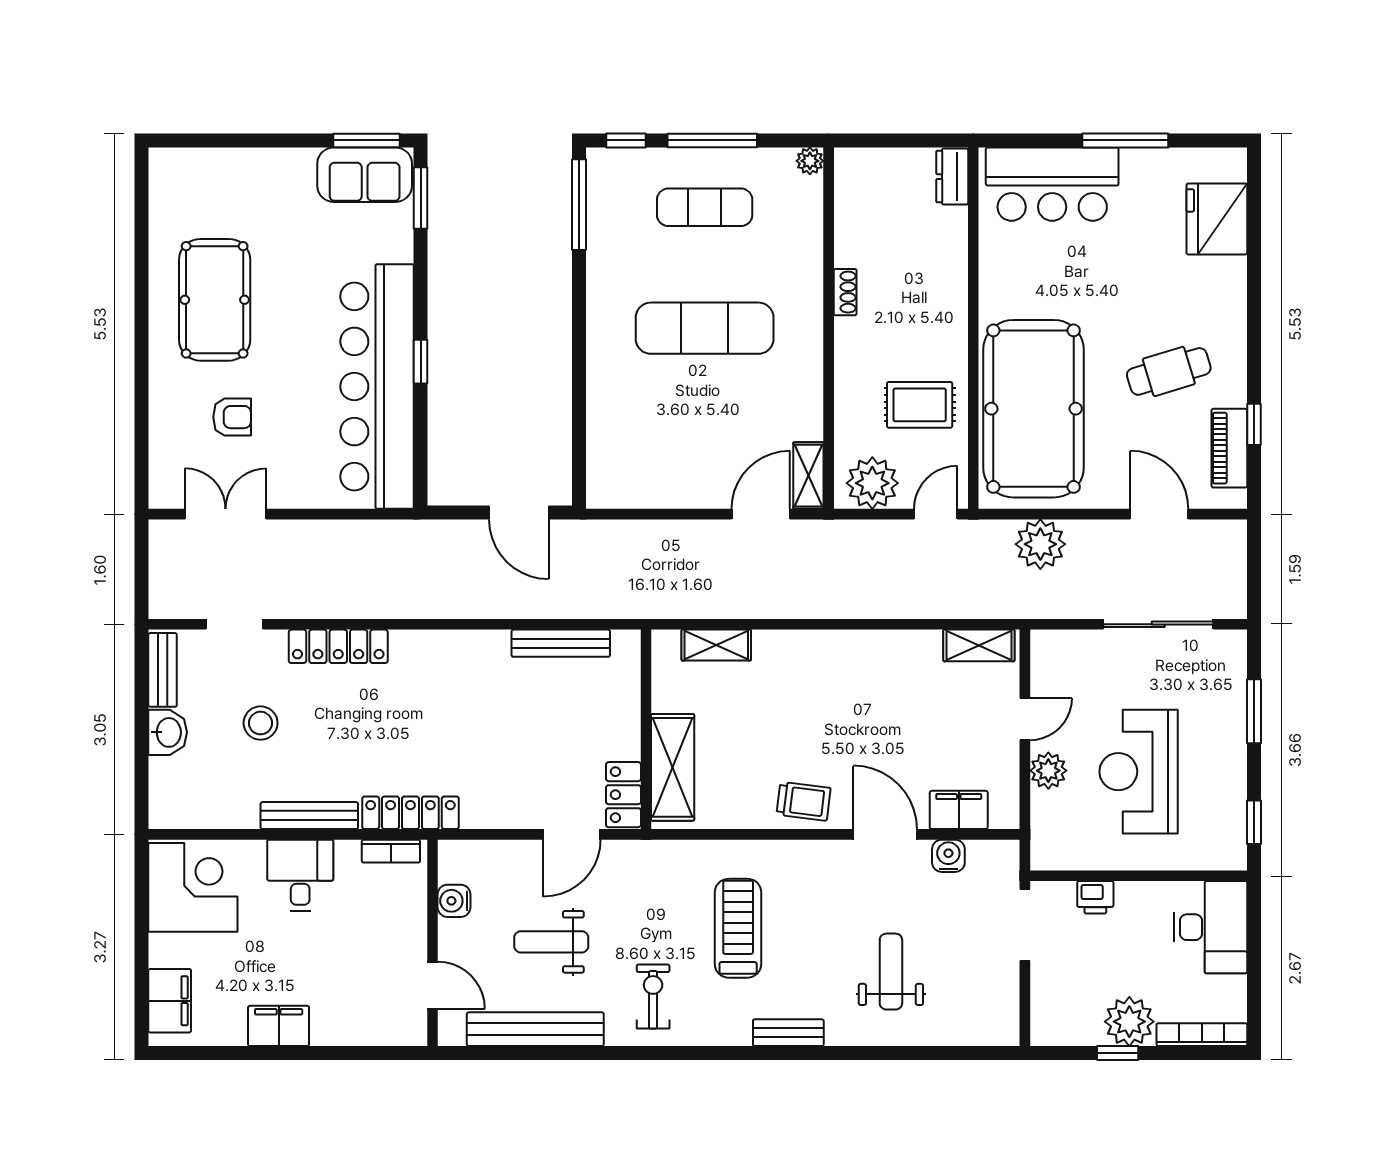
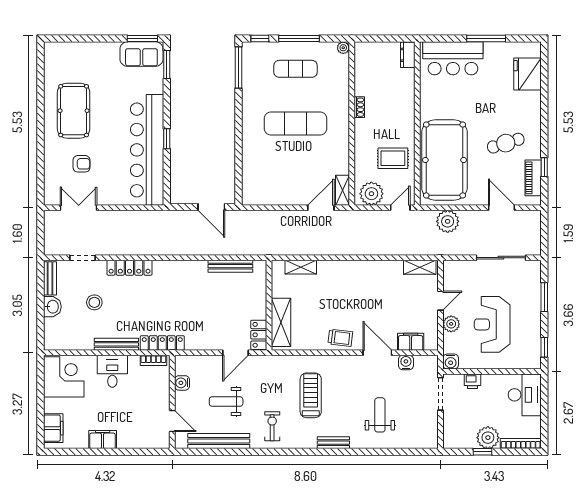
water cooler: (1047, 854) -> (451, 361), added

